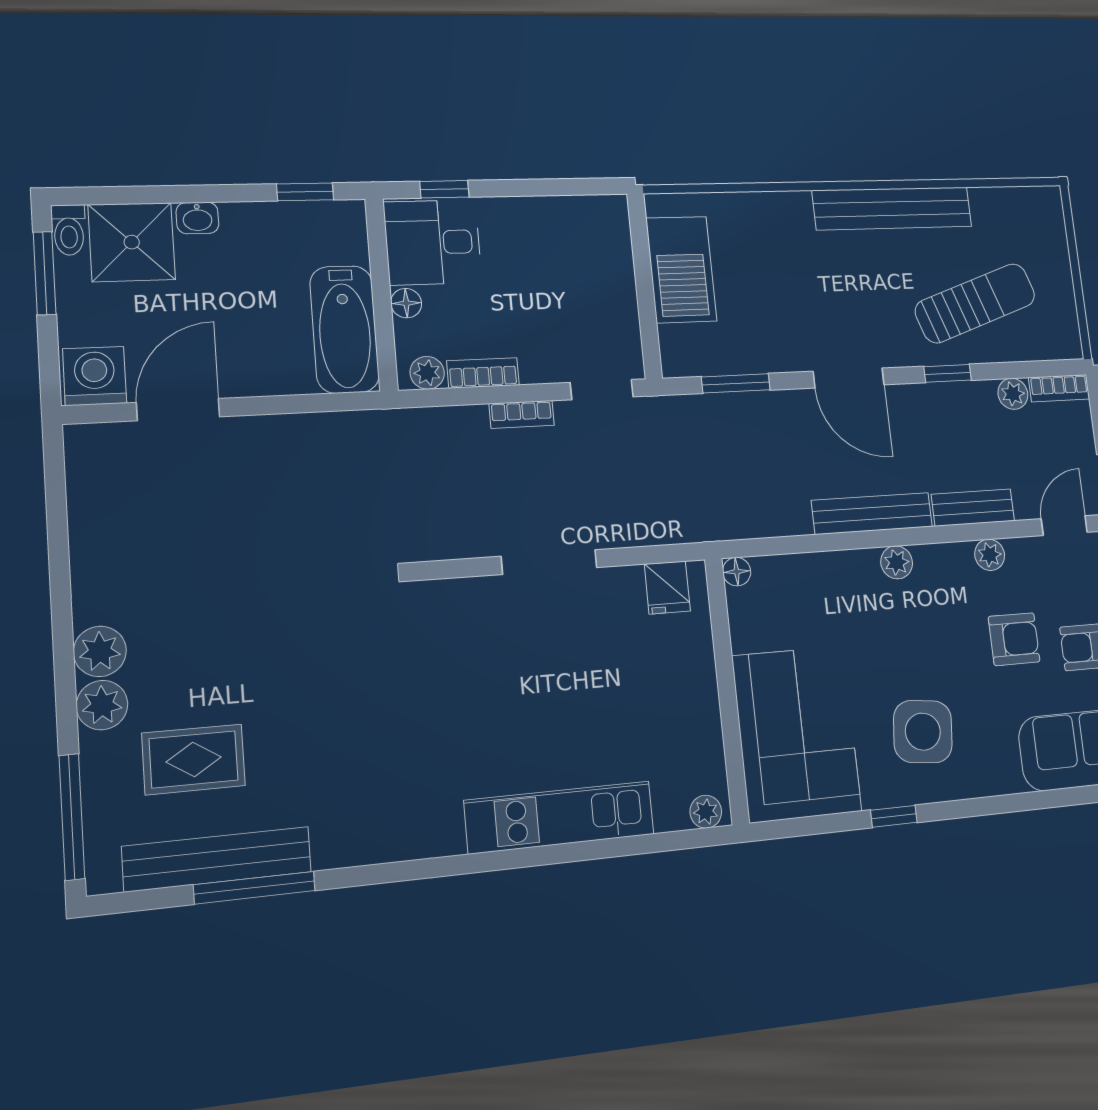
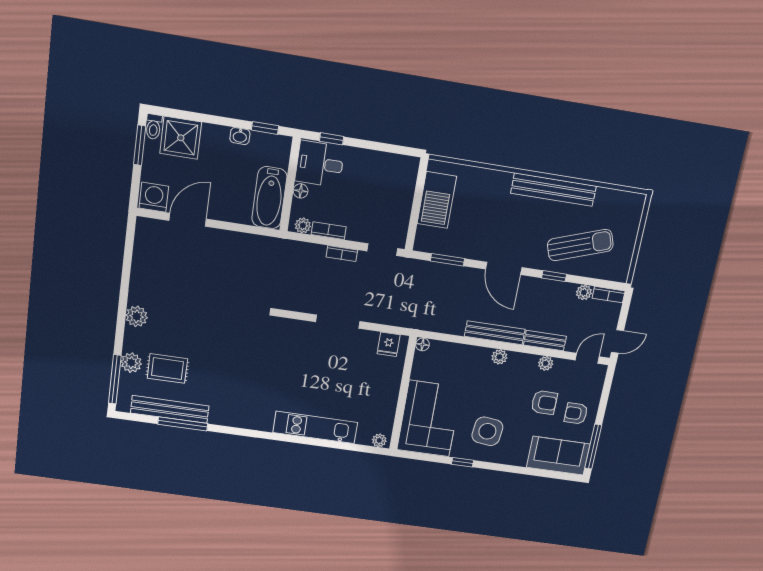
washbasin: (197, 218) -> (240, 136), moved
plant: (102, 705) -> (131, 363), moved

